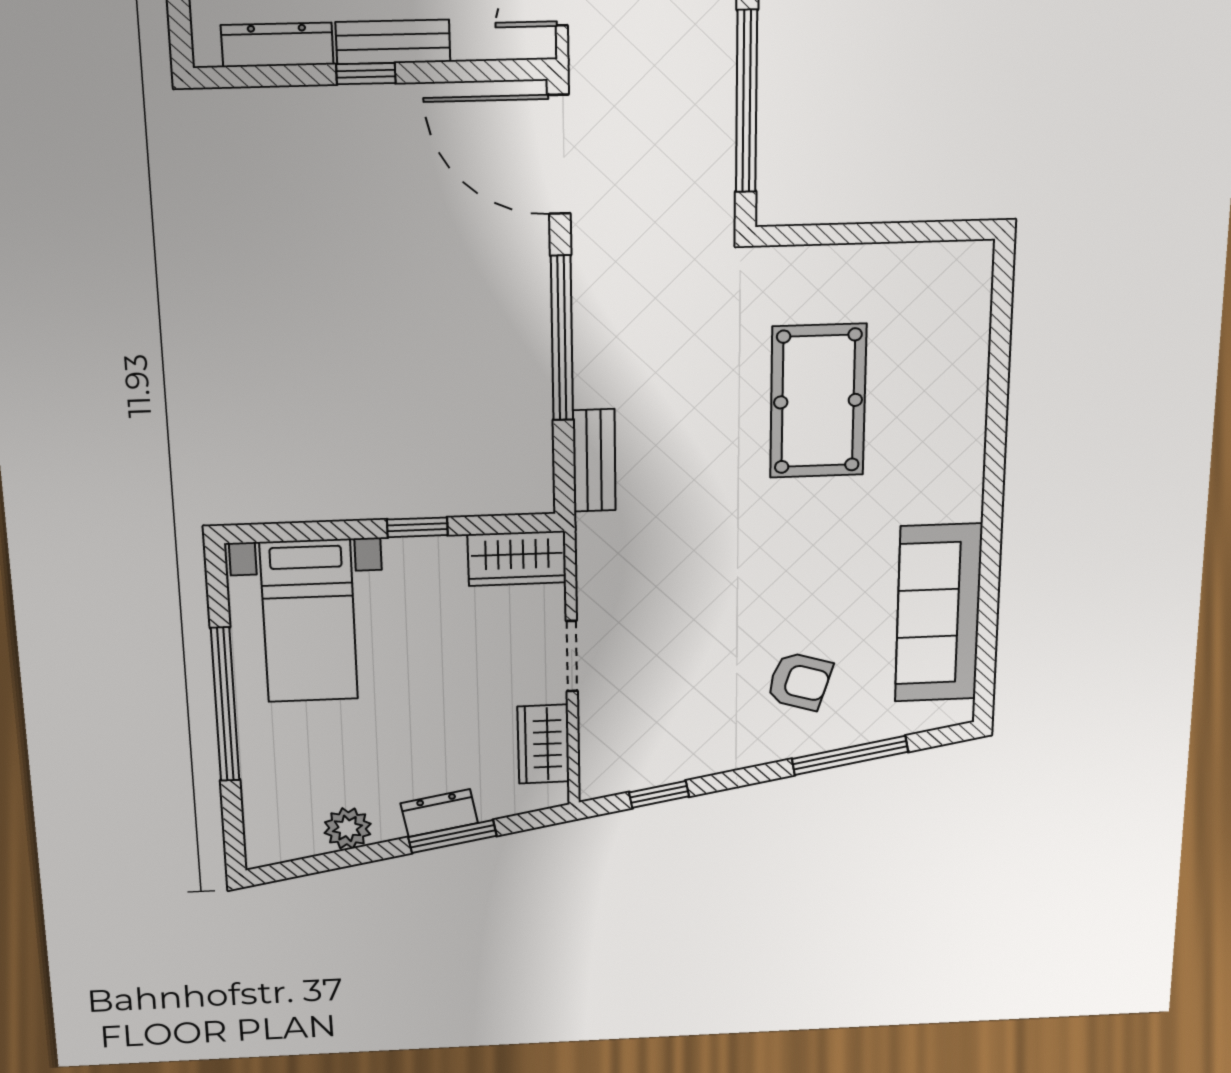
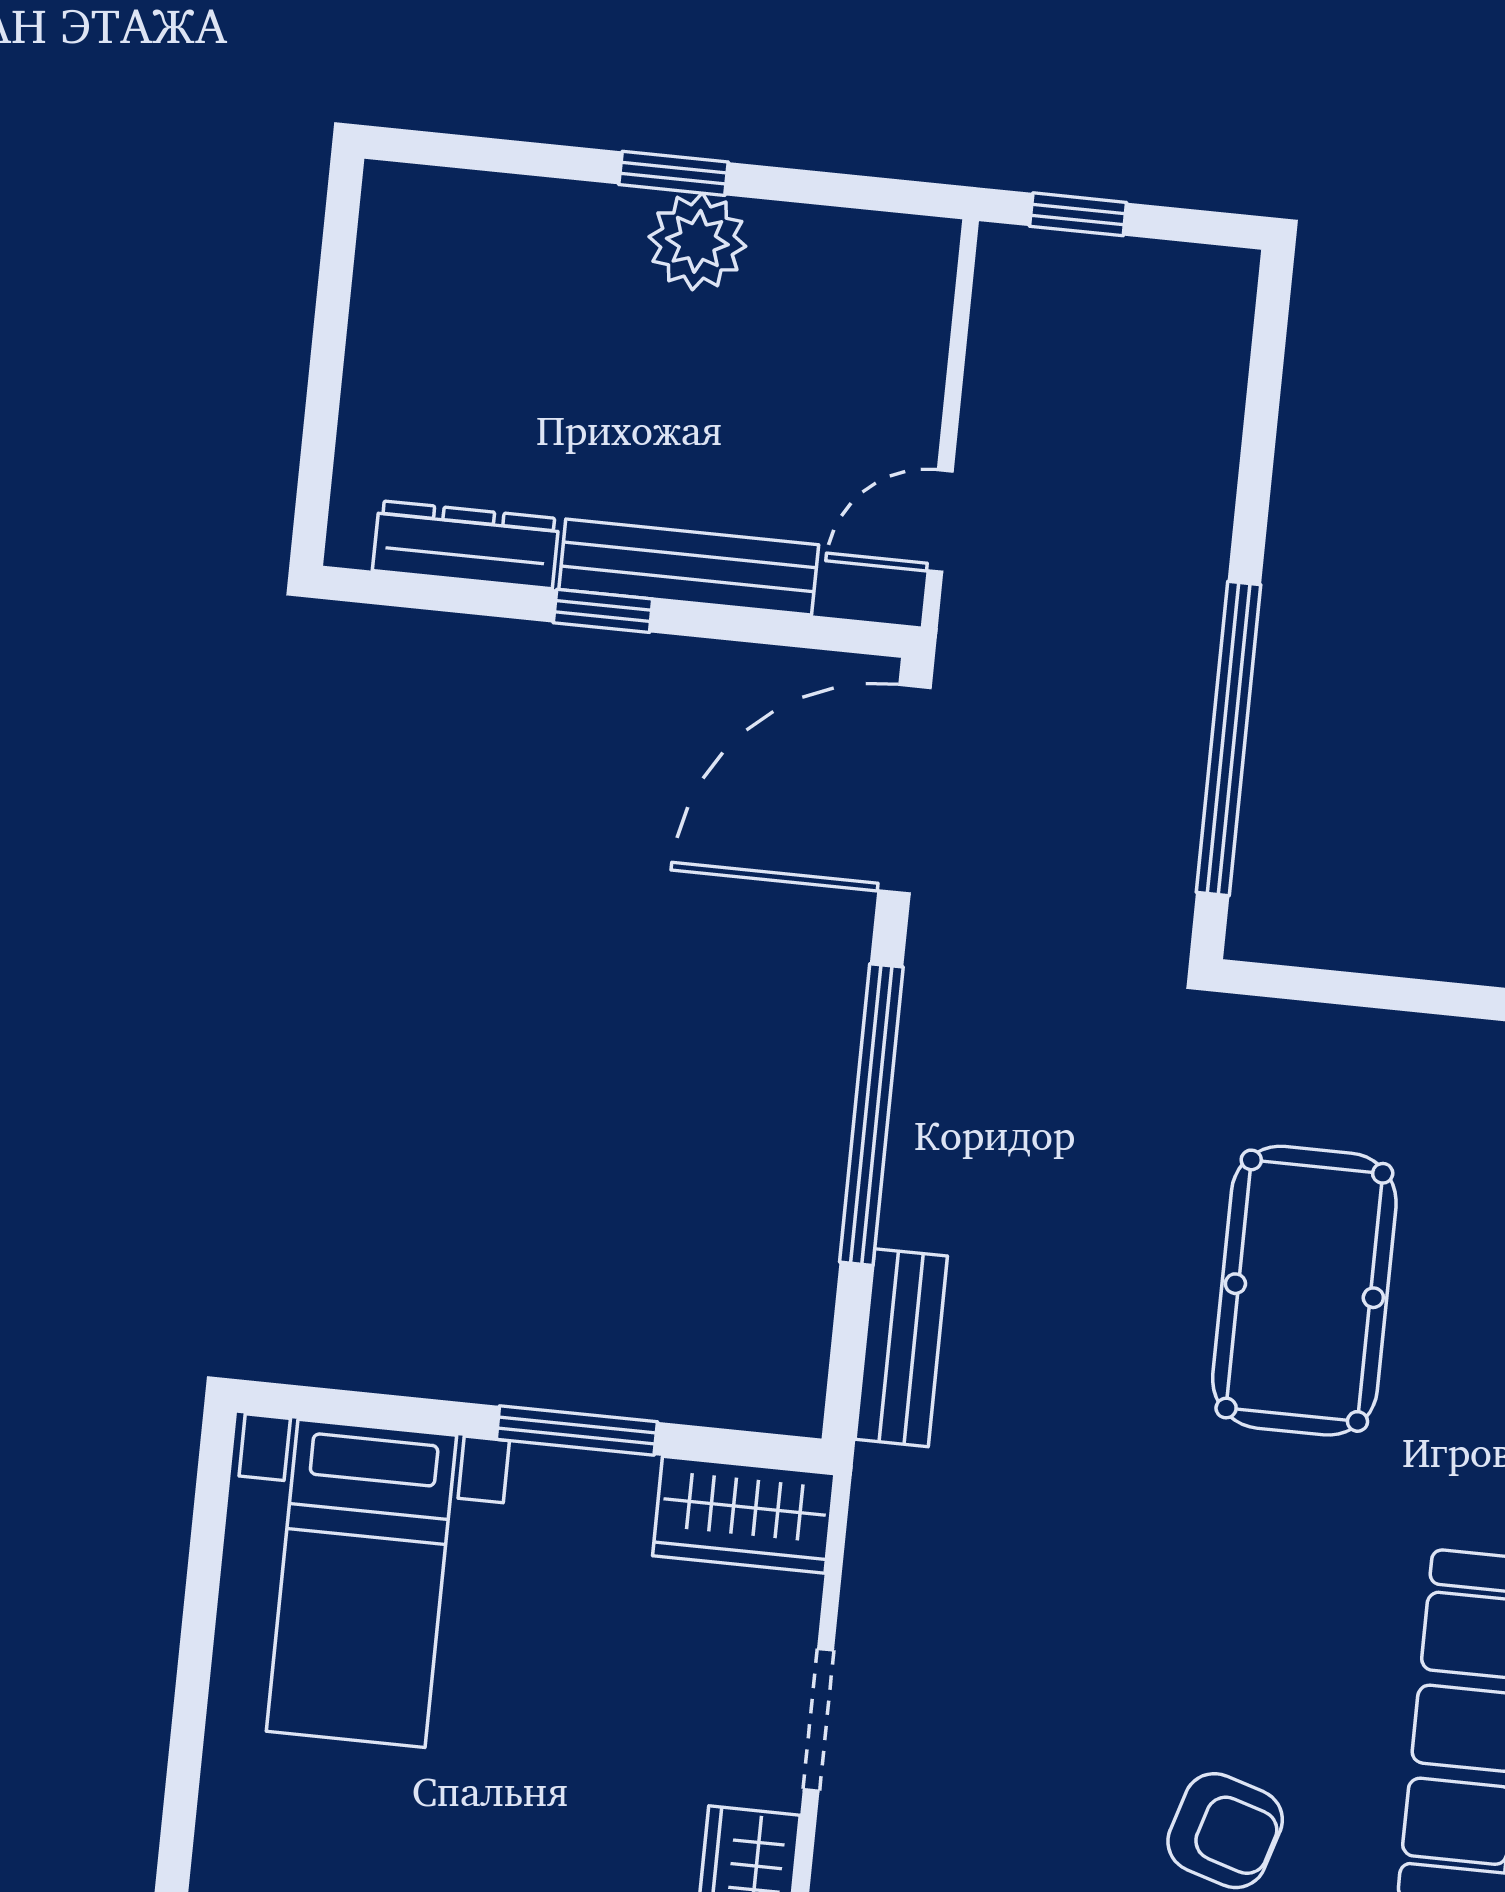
bench: (393, 42) -> (689, 567), width x1.36
door: (559, 155) -> (904, 789), hinge flipped
window: (417, 527) -> (577, 1431), width x1.50
window: (225, 705) -> (188, 1725), removed

